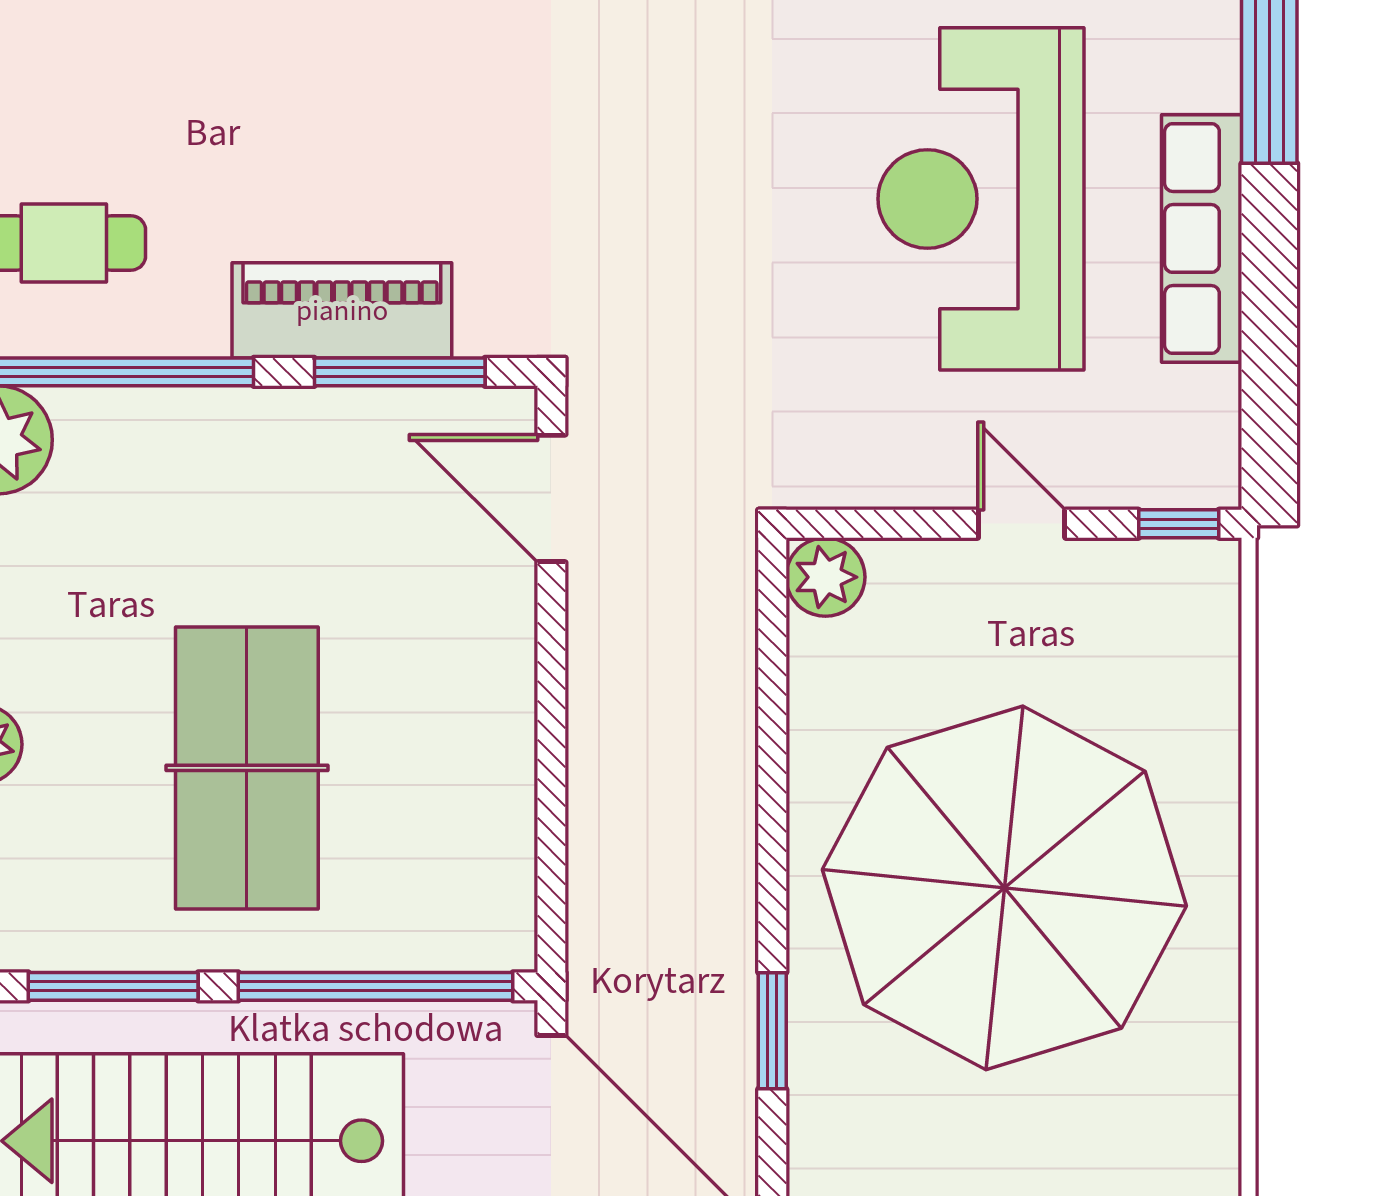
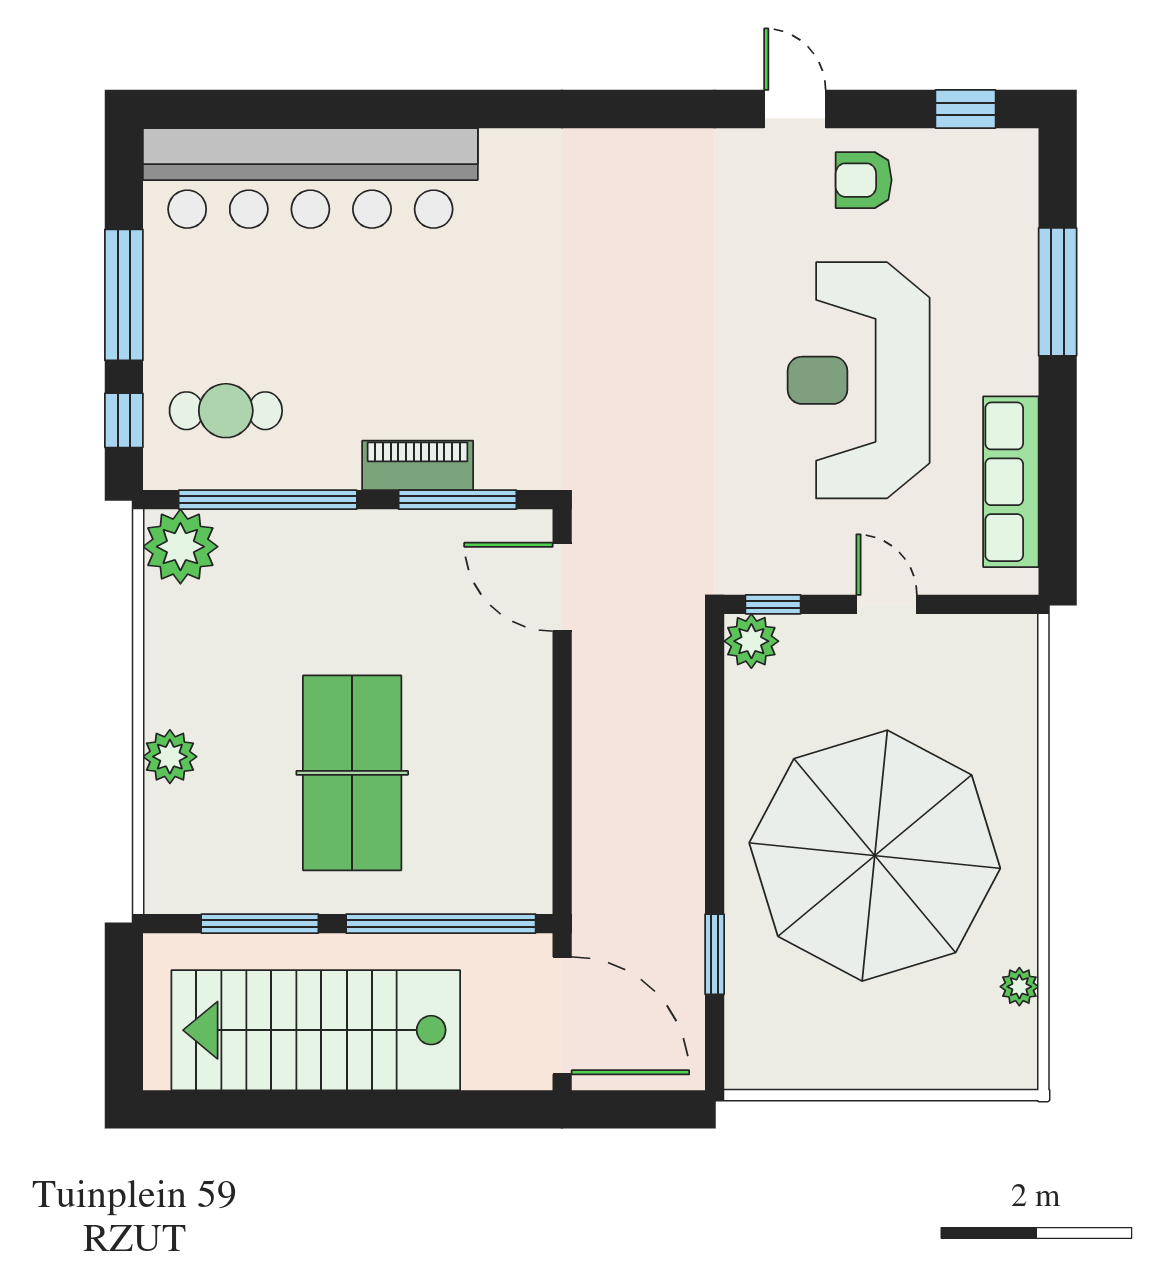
row of seats: (1202, 238) -> (1011, 482), moved
piano: (342, 310) -> (418, 465), width x0.73, depth x0.75
window: (1179, 524) -> (773, 604), moved
plant: (1214, 1078) -> (1019, 987), added

